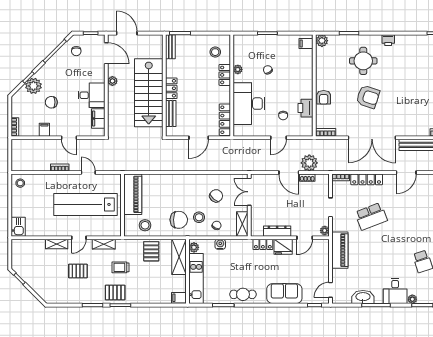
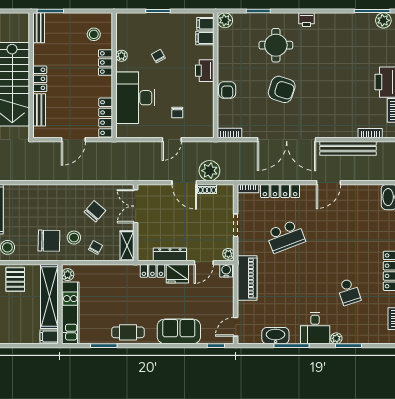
filing cabinet: (306, 55) -> (205, 38), added
printer: (305, 108) -> (205, 71), moved
water cooler: (220, 244) -> (226, 271), moved
shelving: (179, 257) -> (49, 297), width x1.47

